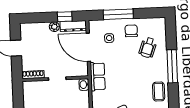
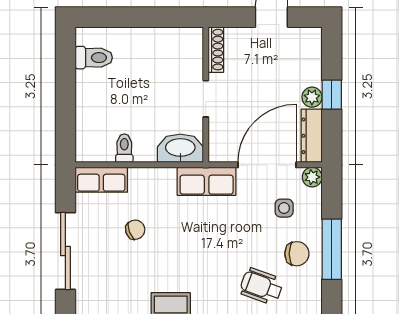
window: (118, 14) -> (332, 249), moved
window: (65, 17) -> (332, 95), moved
plant: (93, 25) -> (312, 177), added
washbasin: (84, 85) -> (180, 148), width x1.91, depth x1.45

